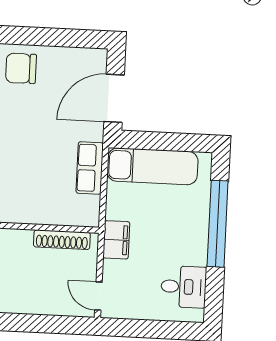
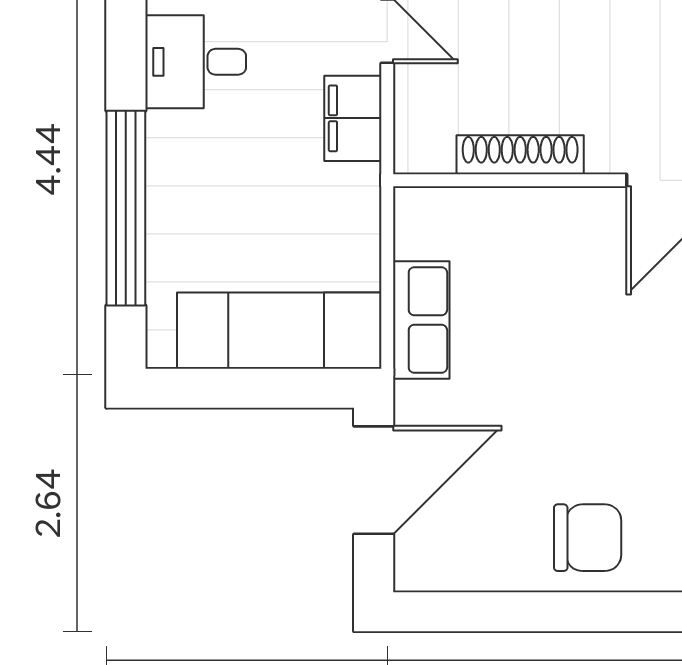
shoe rack: (62, 240) -> (520, 155), moved
filing cabinet: (116, 240) -> (353, 118), moved

